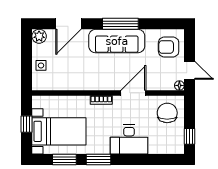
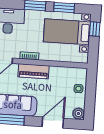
piano: (95, 82) -> (34, 71), added
window: (27, 124) -> (95, 29), moved

